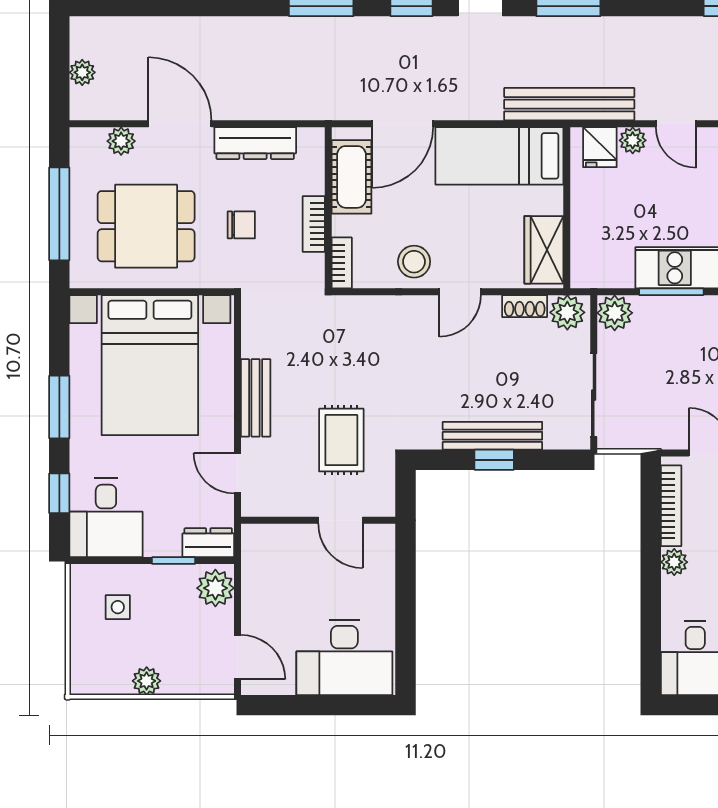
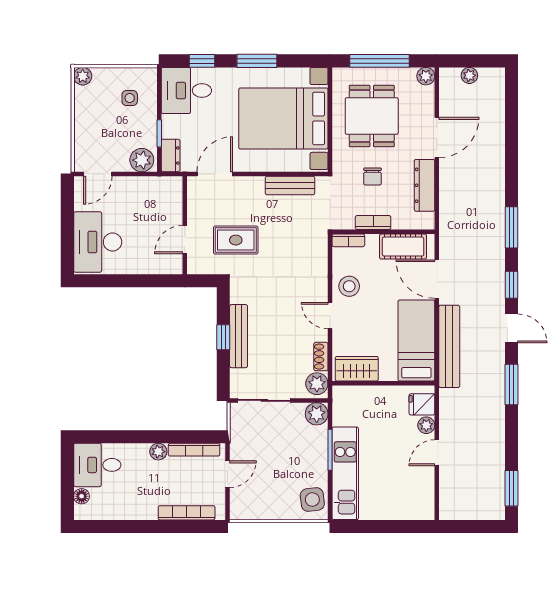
bench: (569, 104) -> (449, 346), moved
plant: (121, 141) -> (426, 76), moved
bench: (256, 398) -> (290, 186), moved
door: (237, 473) -> (215, 174), width x1.38
plant: (147, 681) -> (83, 76), moved

